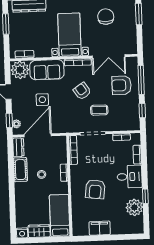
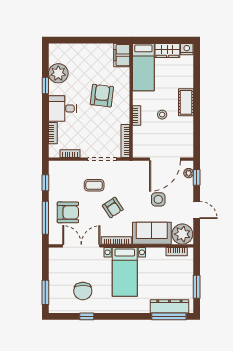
dresser: (18, 147) -> (187, 146), removed
cot: (20, 170) -> (186, 102), moved
filing cabinet: (100, 228) -> (122, 55), moved, turned 90

